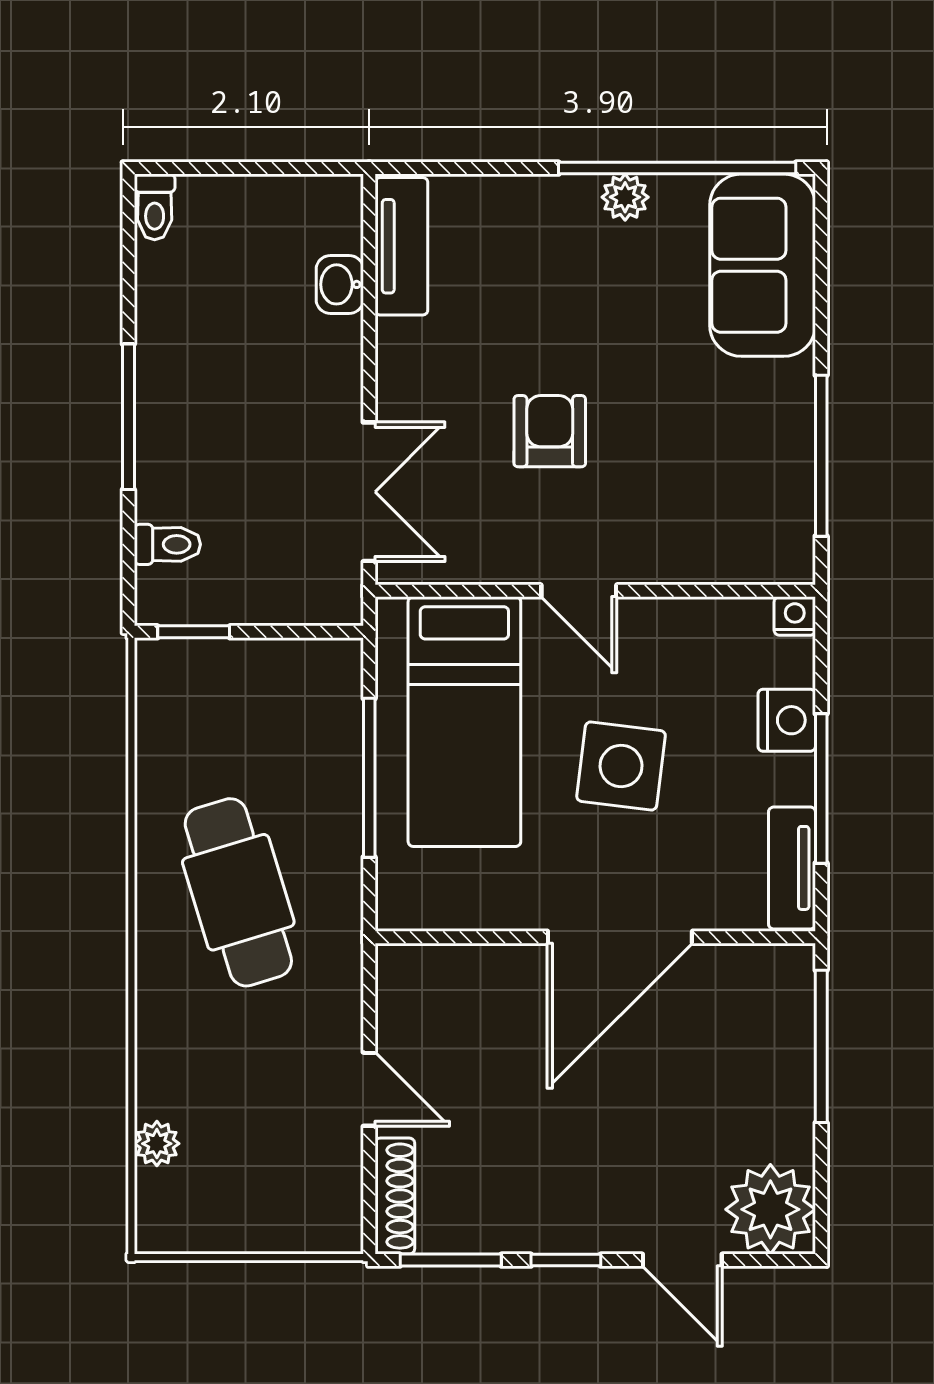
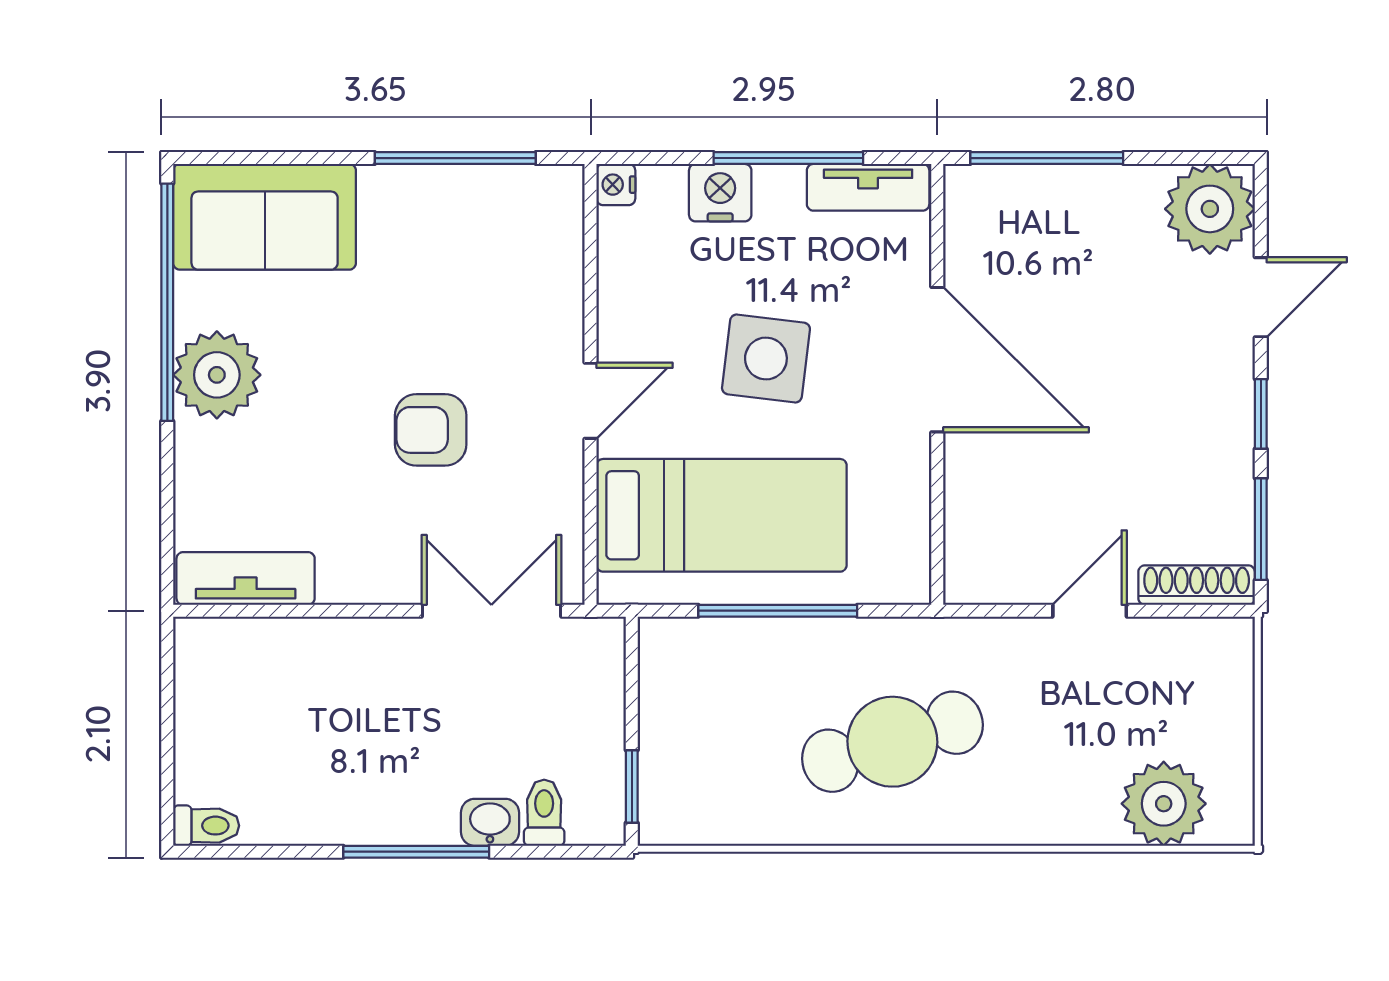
plant: (625, 197) -> (217, 375), width x1.88, depth x1.88
washbasin: (340, 284) -> (490, 822), moved, turned 180
plant: (157, 1144) -> (1164, 804), width x1.88, depth x1.88

